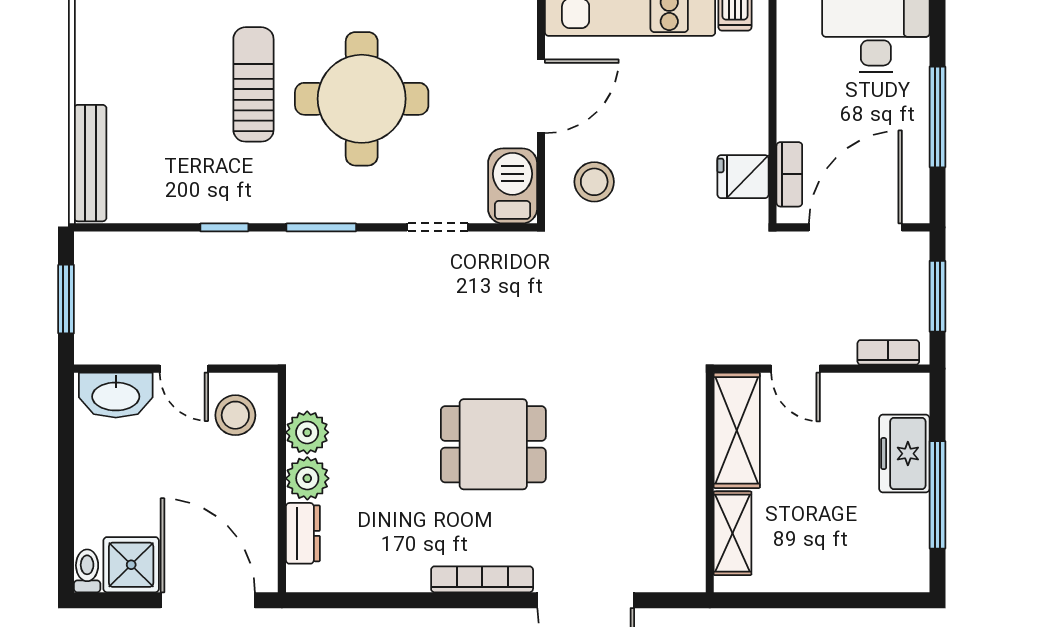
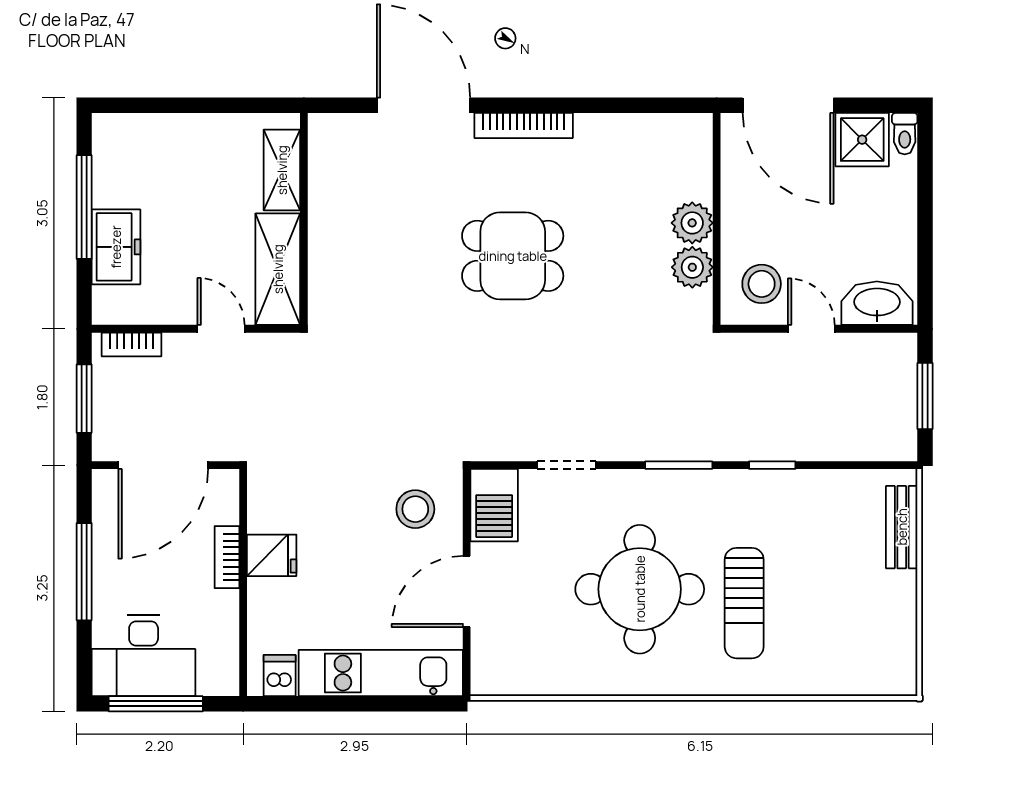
bench: (90, 163) -> (902, 527), width x0.73
bookcase: (789, 174) -> (227, 557), moved
fridge: (743, 177) -> (272, 555), moved
dresser: (303, 533) -> (696, 170), removed

